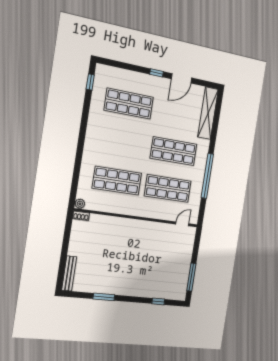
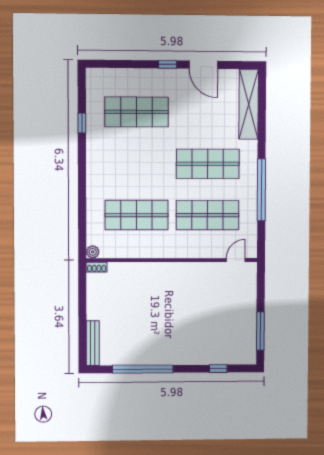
door: (181, 78) -> (203, 65), hinge flipped
window: (90, 82) -> (82, 123), moved
window: (104, 297) -> (143, 369), width x2.11

